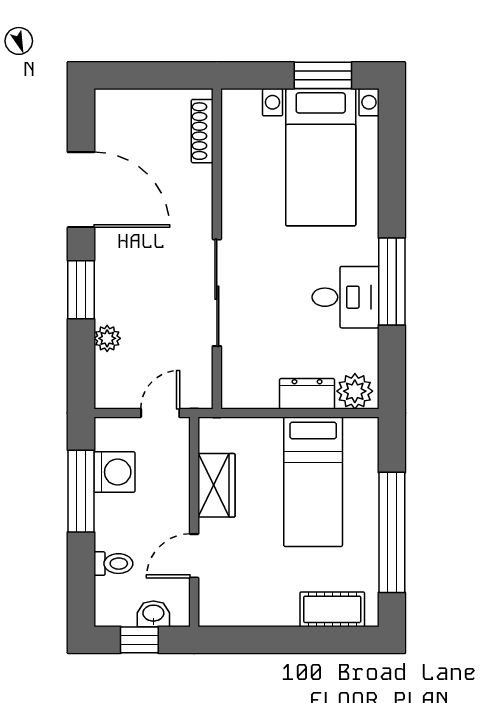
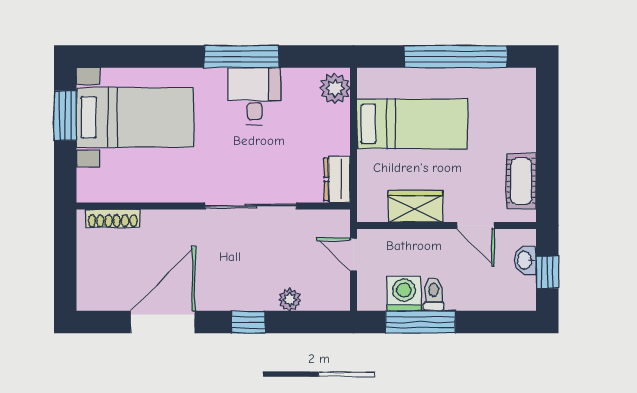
window: (81, 290) -> (248, 322), width x0.67
dresser: (307, 394) -> (337, 179), moved
toilet: (113, 564) -> (434, 294), moved
cot: (332, 609) -> (521, 181), moved

